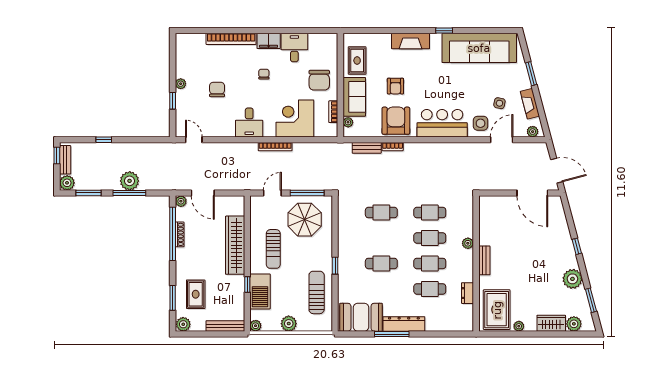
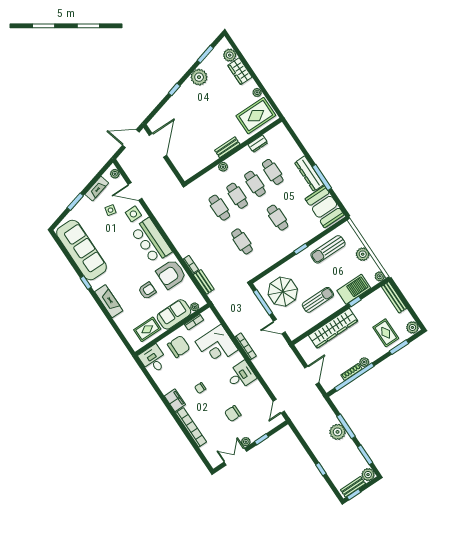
desk: (294, 48) -> (153, 359), moved, turned 90
double door: (173, 63) -> (235, 457), added
door: (557, 171) -> (131, 139), hinge flipped
plant: (181, 201) -> (364, 362), moved
rug: (196, 294) -> (386, 333), turned 90

